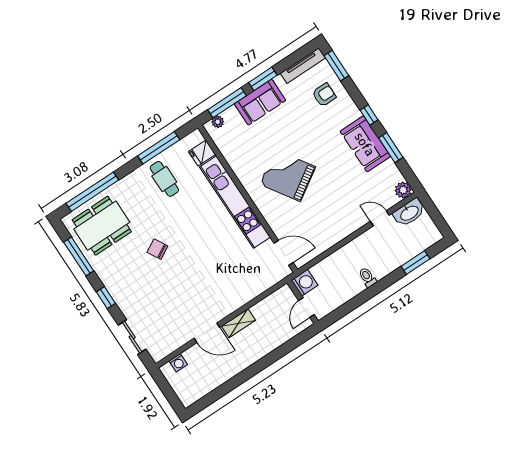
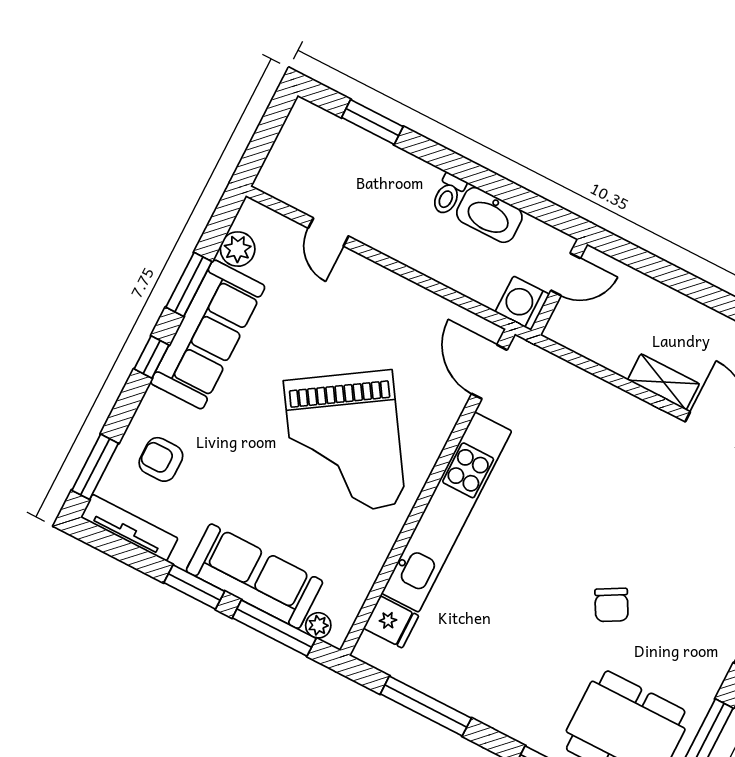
sofa: (260, 102) -> (254, 576), width x1.36
sofa: (365, 144) -> (208, 334), width x1.36
grand piano: (288, 176) -> (345, 443), width x1.37, depth x1.48
cafe table: (164, 179) -> (477, 664), removed
plant: (403, 190) -> (238, 249), moved
washbasin: (409, 213) -> (489, 215), moved, turned 180

